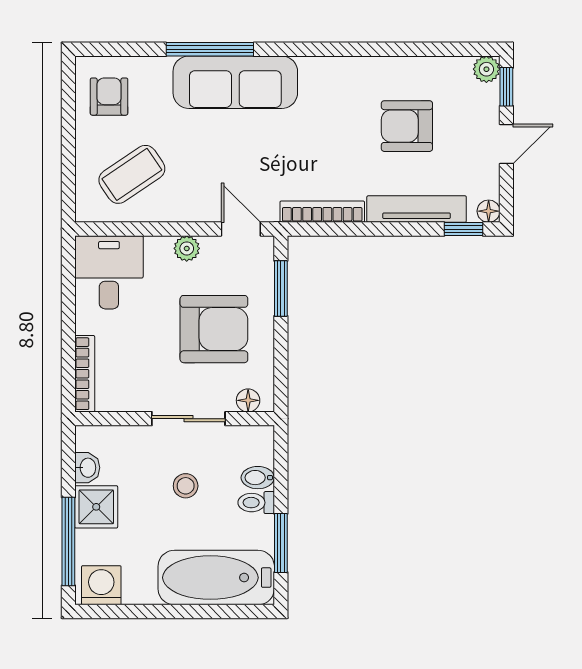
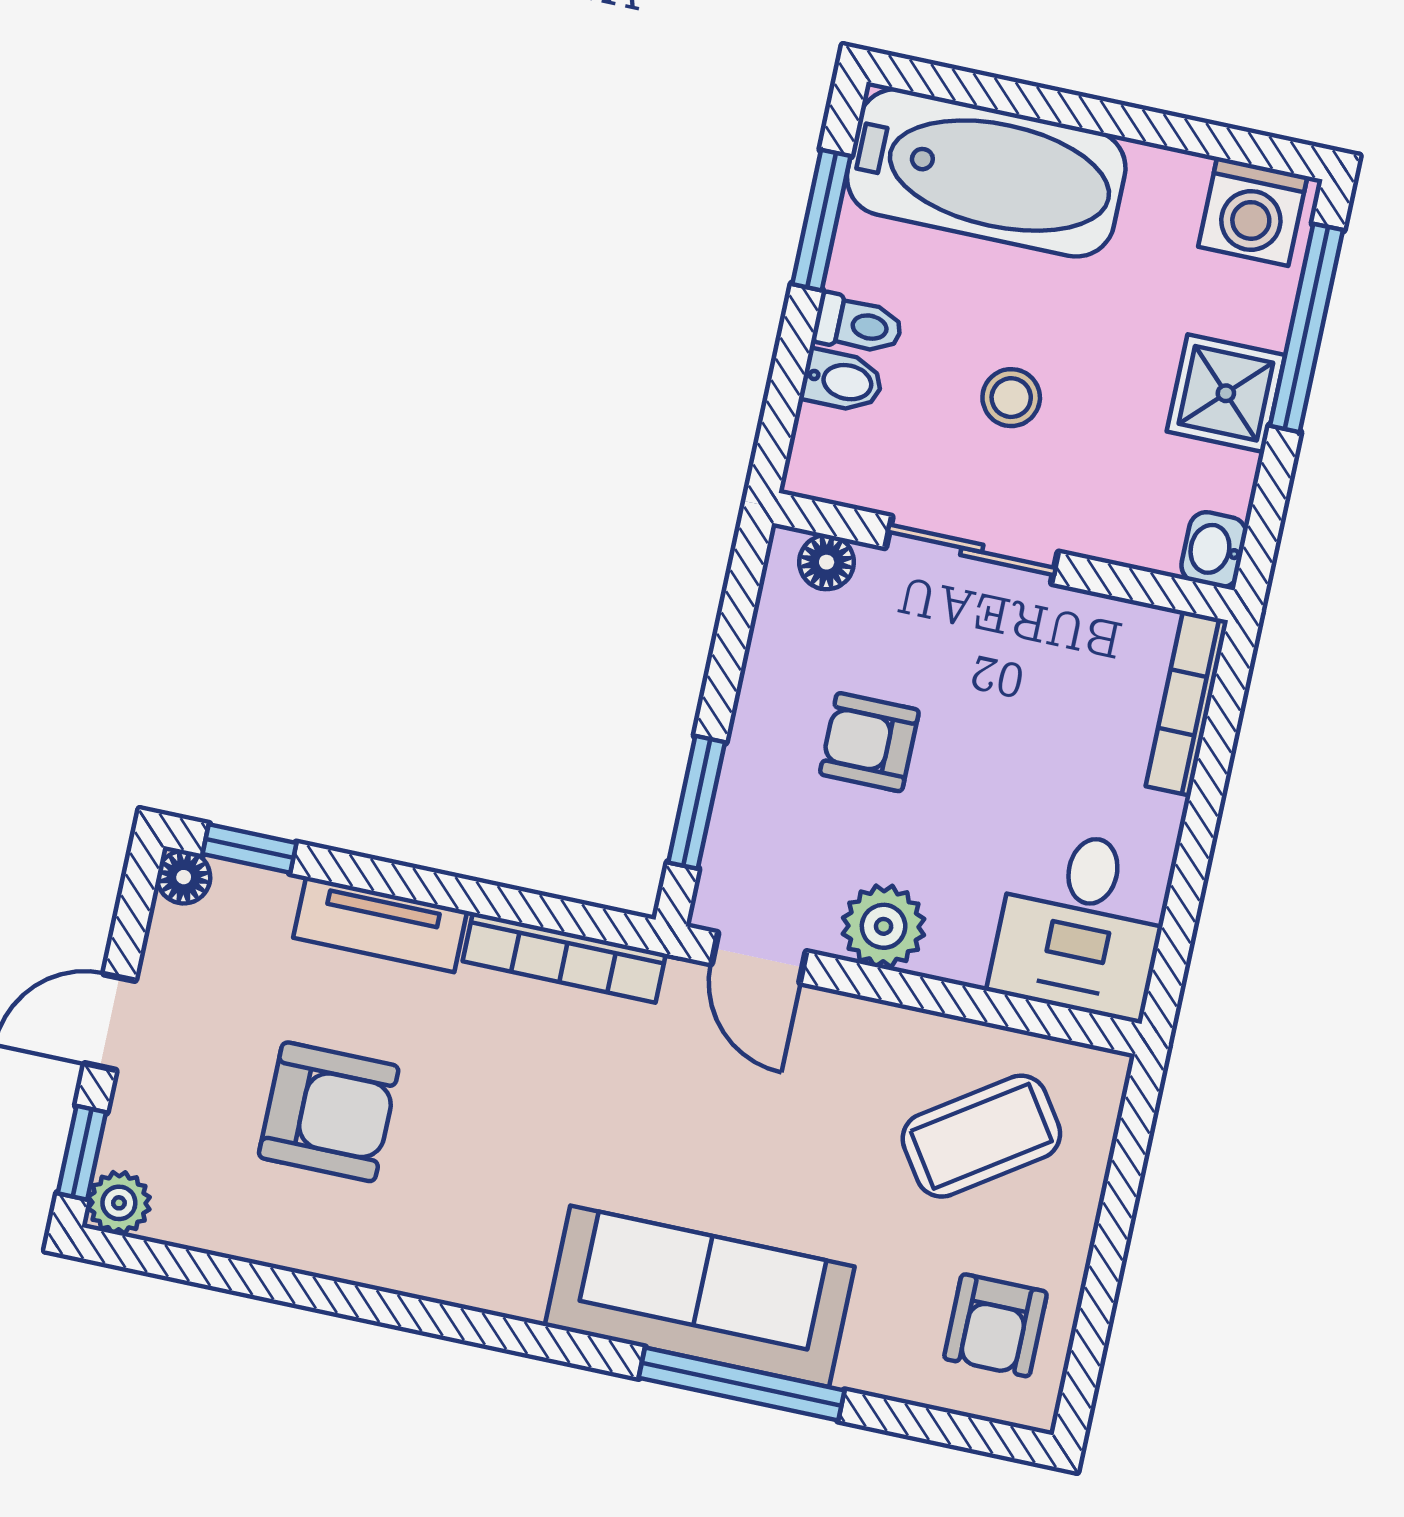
tv unit: (417, 209) -> (380, 924), width x0.71
plant: (187, 248) -> (884, 926), width x1.38, depth x1.38
armchair: (214, 329) -> (869, 742), width x0.53, depth x0.53
washbasin: (87, 468) -> (1214, 550), moved

